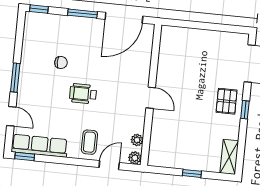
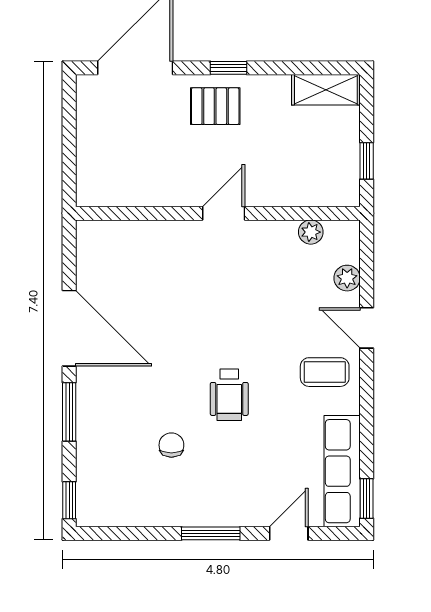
wall: (151, 95) -> (218, 213), moved
door: (151, 98) -> (224, 213), moved
plant: (137, 140) -> (311, 232), moved

